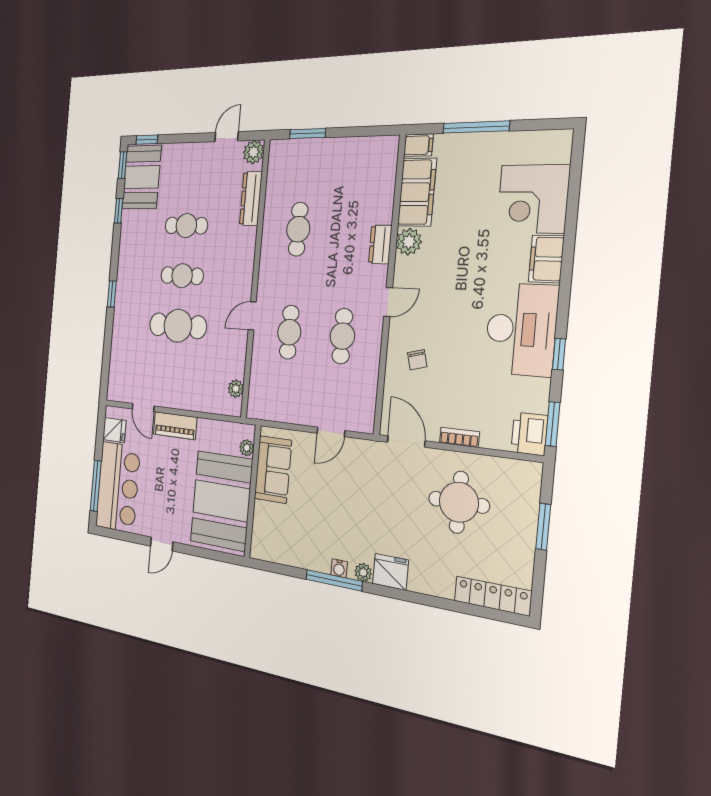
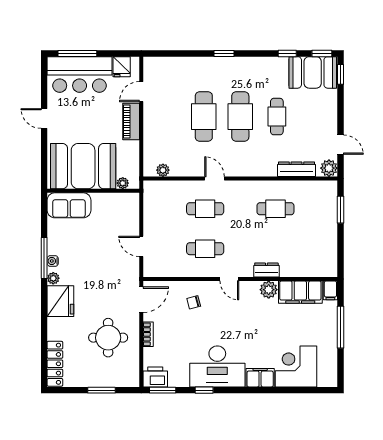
cafe table: (182, 276) -> (240, 117), width x1.37, depth x1.35
sofa: (273, 470) -> (69, 205), moved
fridge: (390, 572) -> (60, 301), width x1.36, depth x1.34

